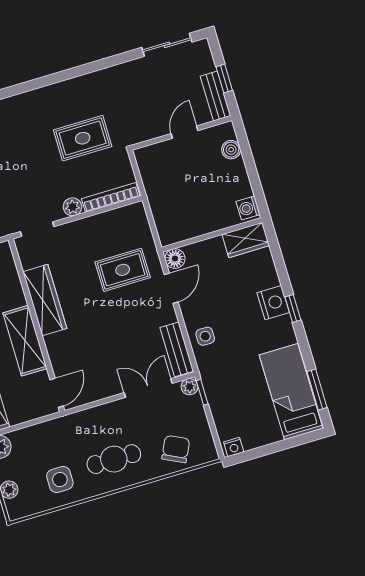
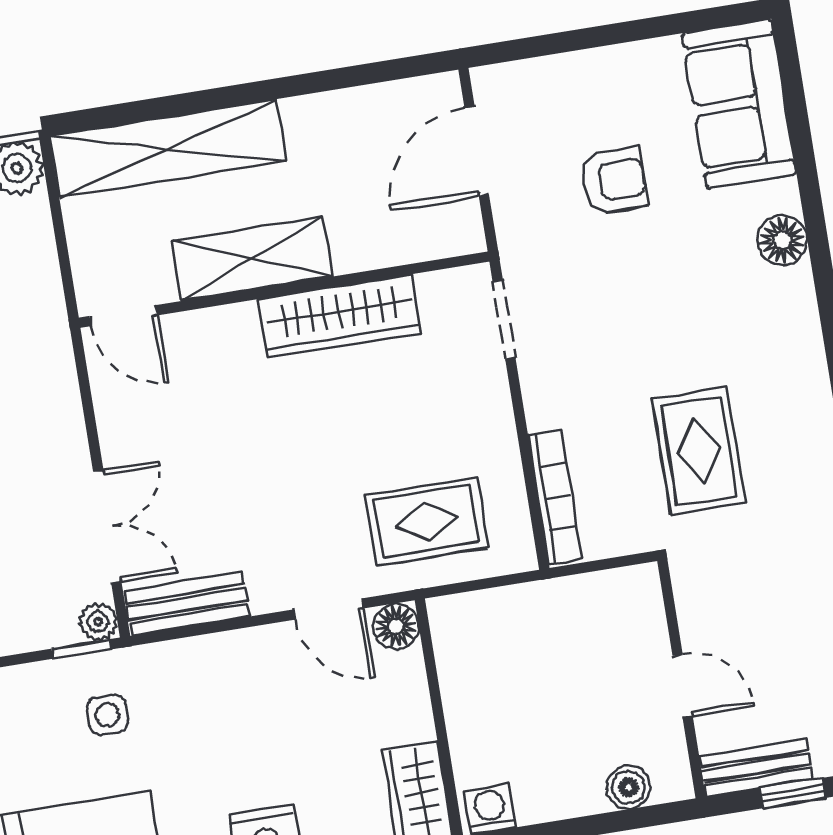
plant: (72, 207) -> (545, 407), removed
rug: (123, 270) -> (427, 522), moved, turned 90
side table: (205, 336) -> (107, 715), moved

